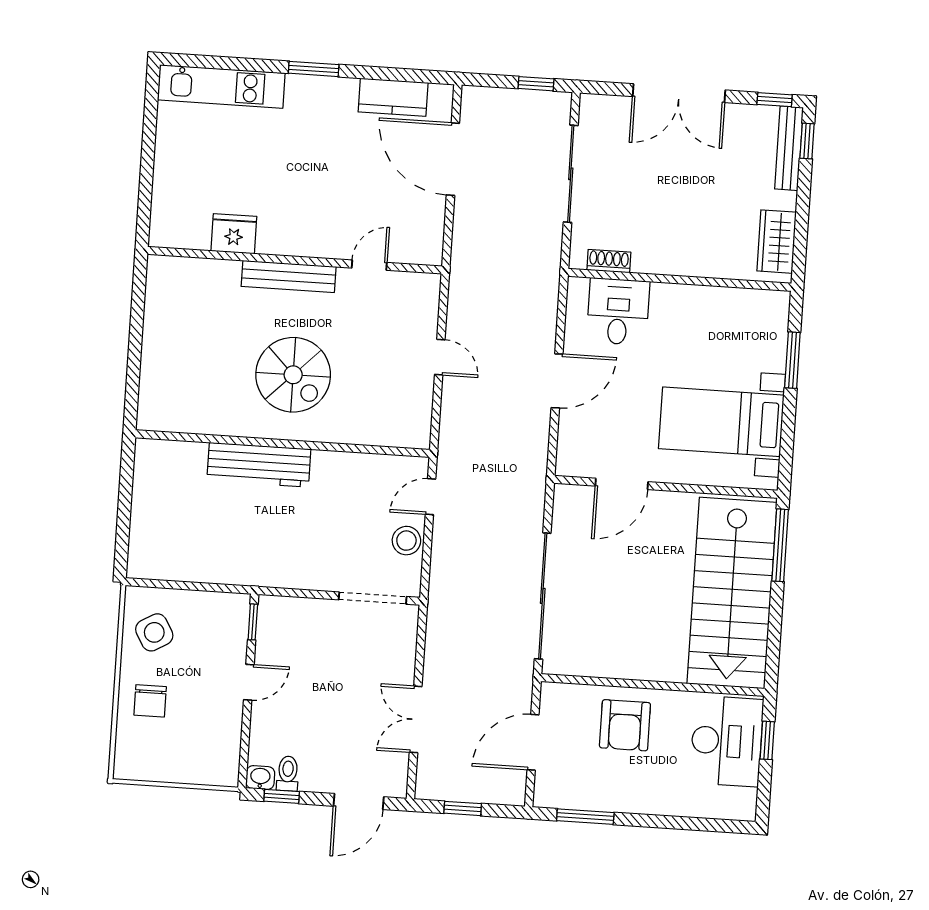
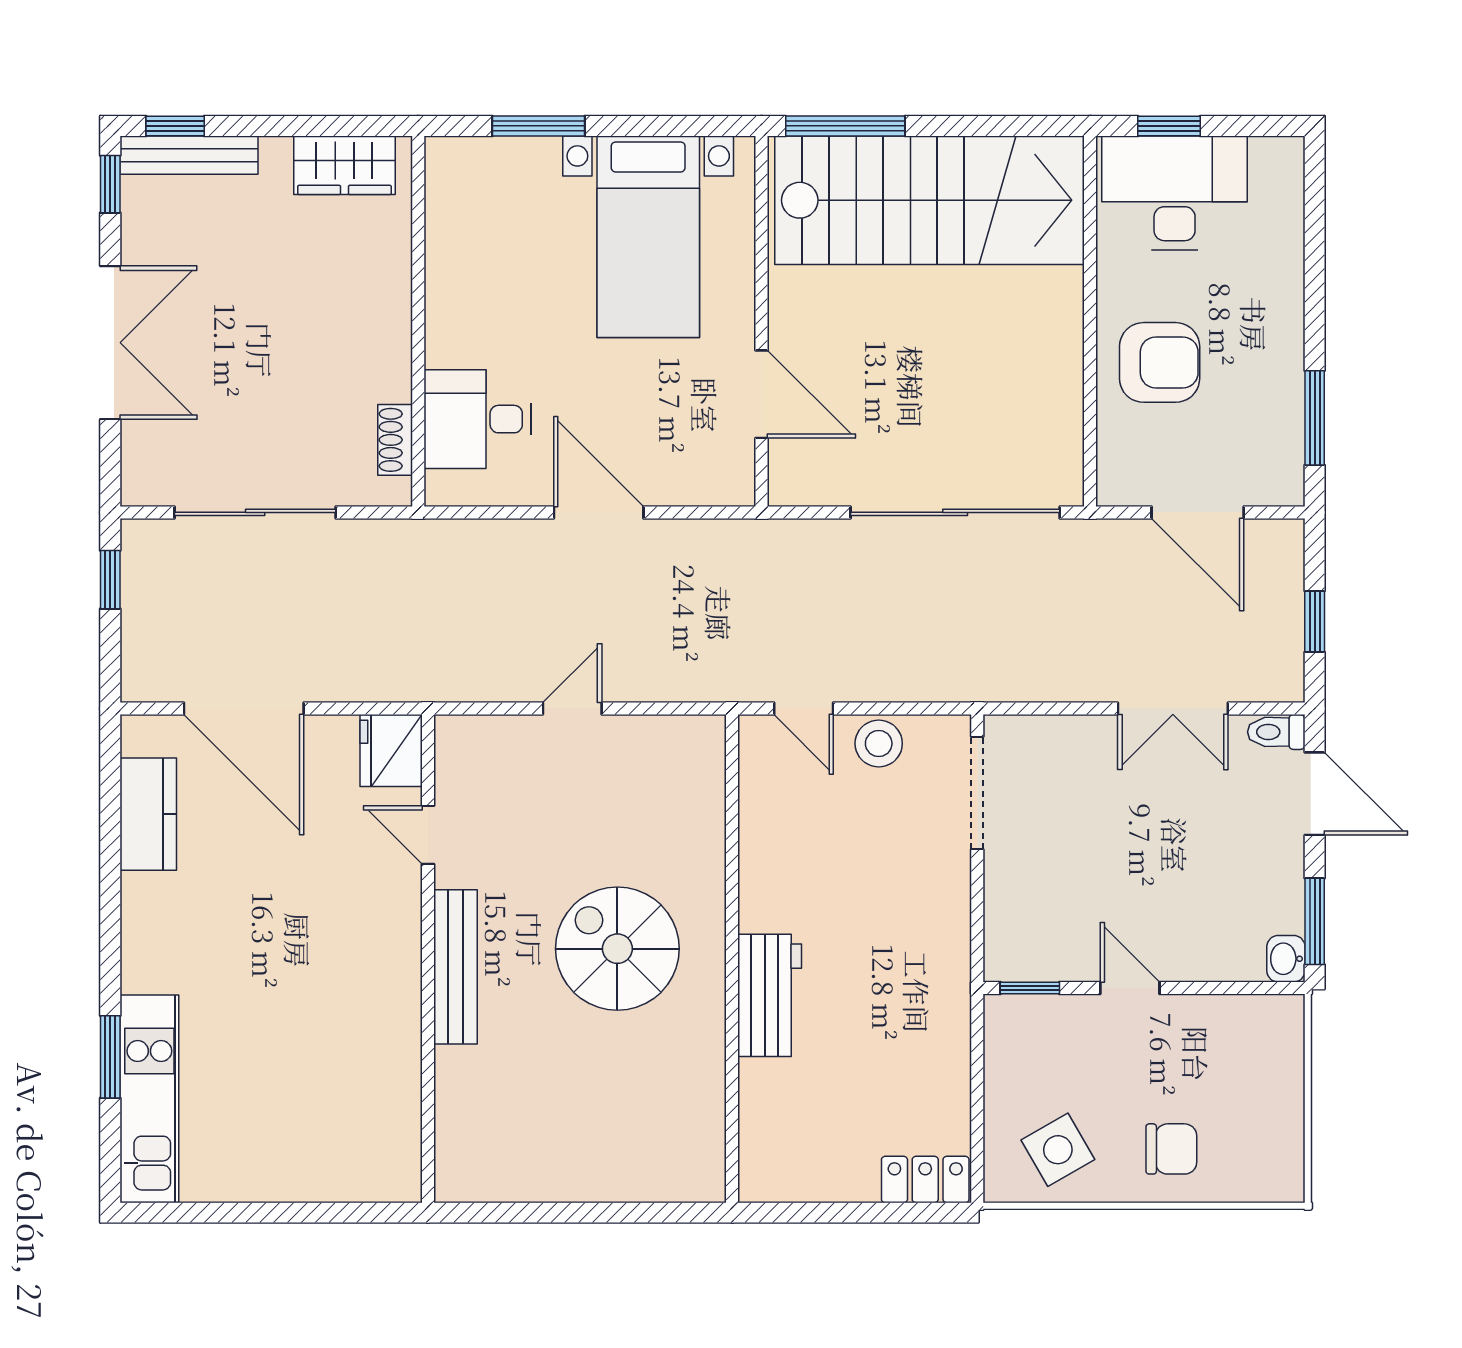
window: (314, 69) -> (110, 1057), moved
door: (453, 159) -> (244, 709), hinge flipped
fridge: (234, 234) -> (391, 750), moved
spiral stairs: (293, 375) -> (617, 949), turned -90
workbench: (259, 465) -> (770, 995), width x0.73
locker: (142, 551) -> (925, 1180), added
toilet: (288, 774) -> (1276, 732), moved
window: (282, 796) -> (1315, 921), width x1.50

